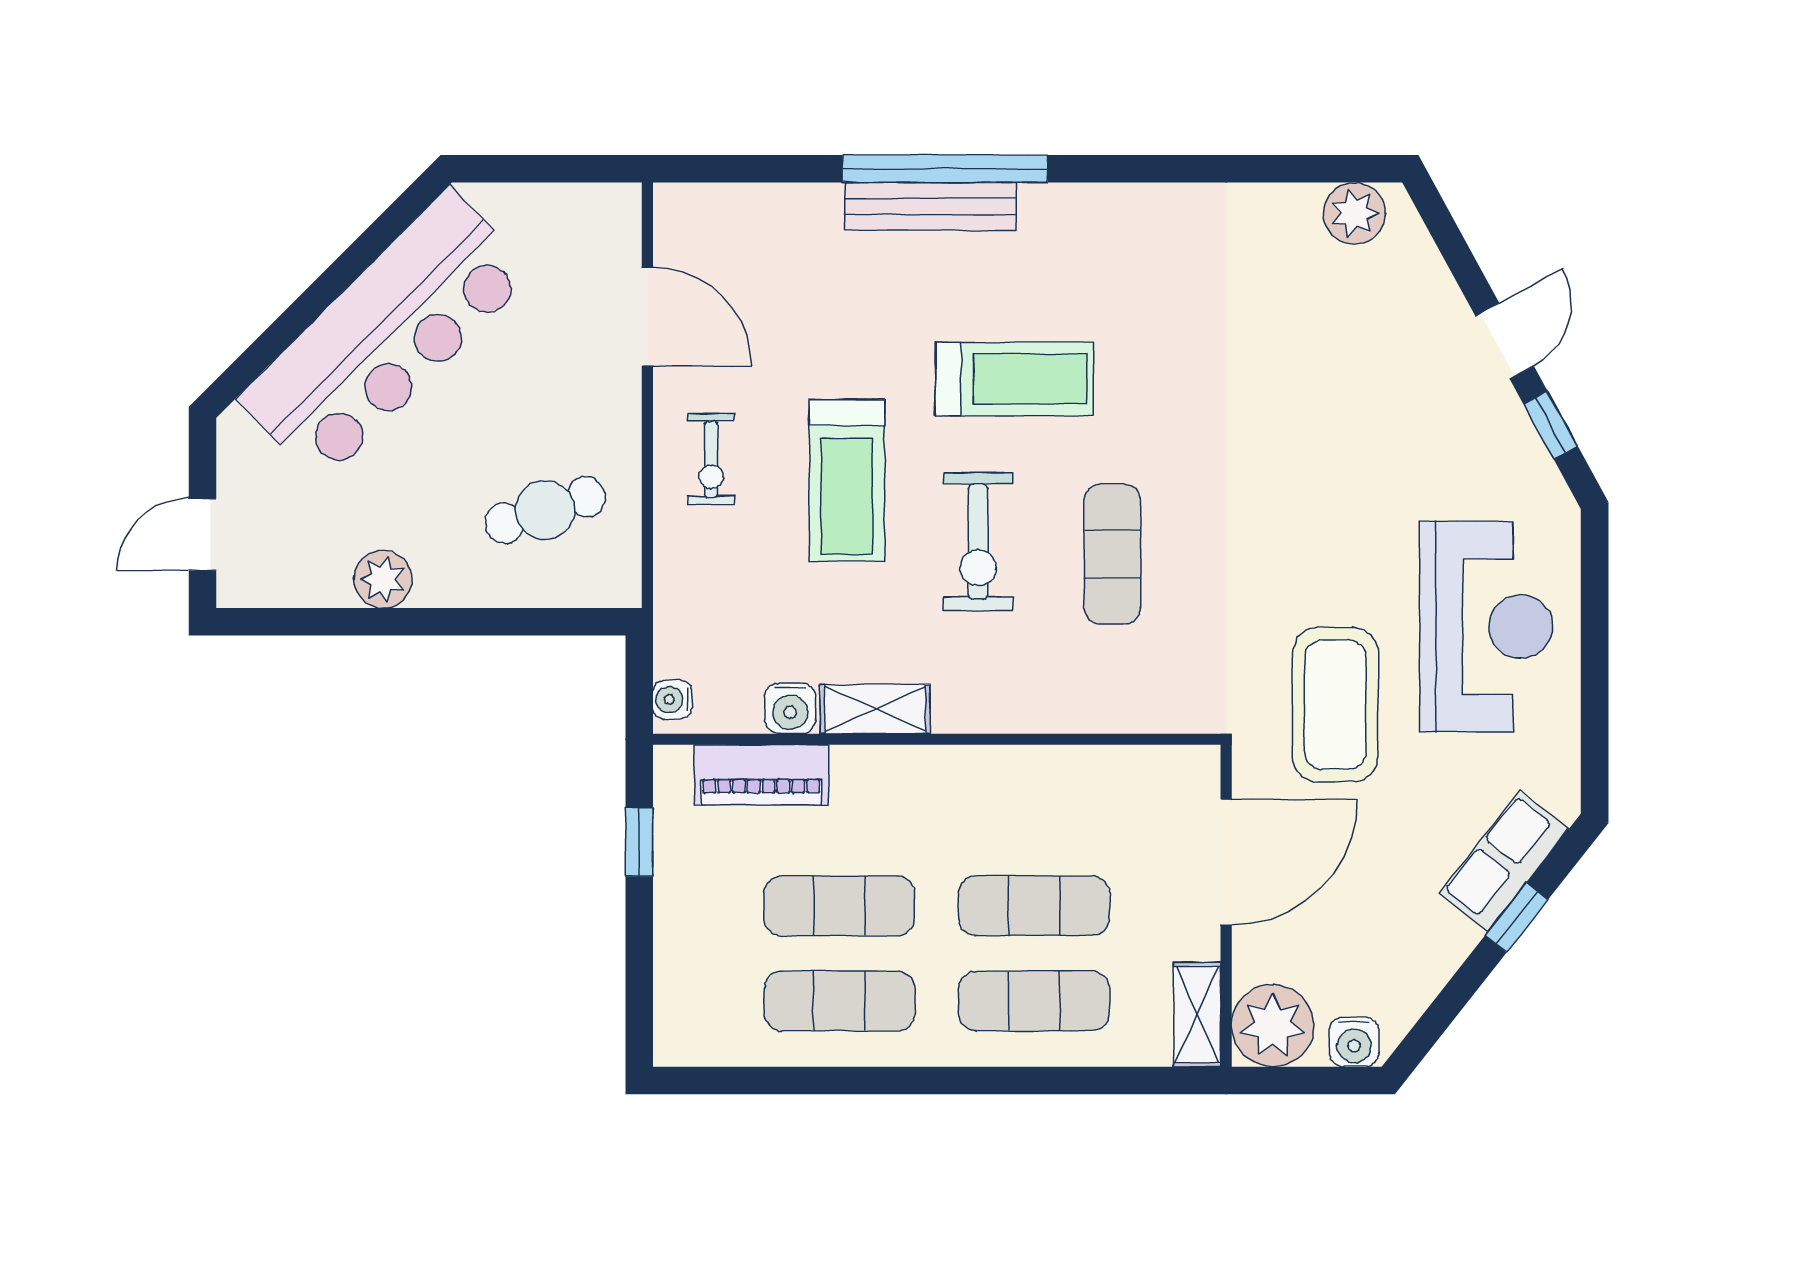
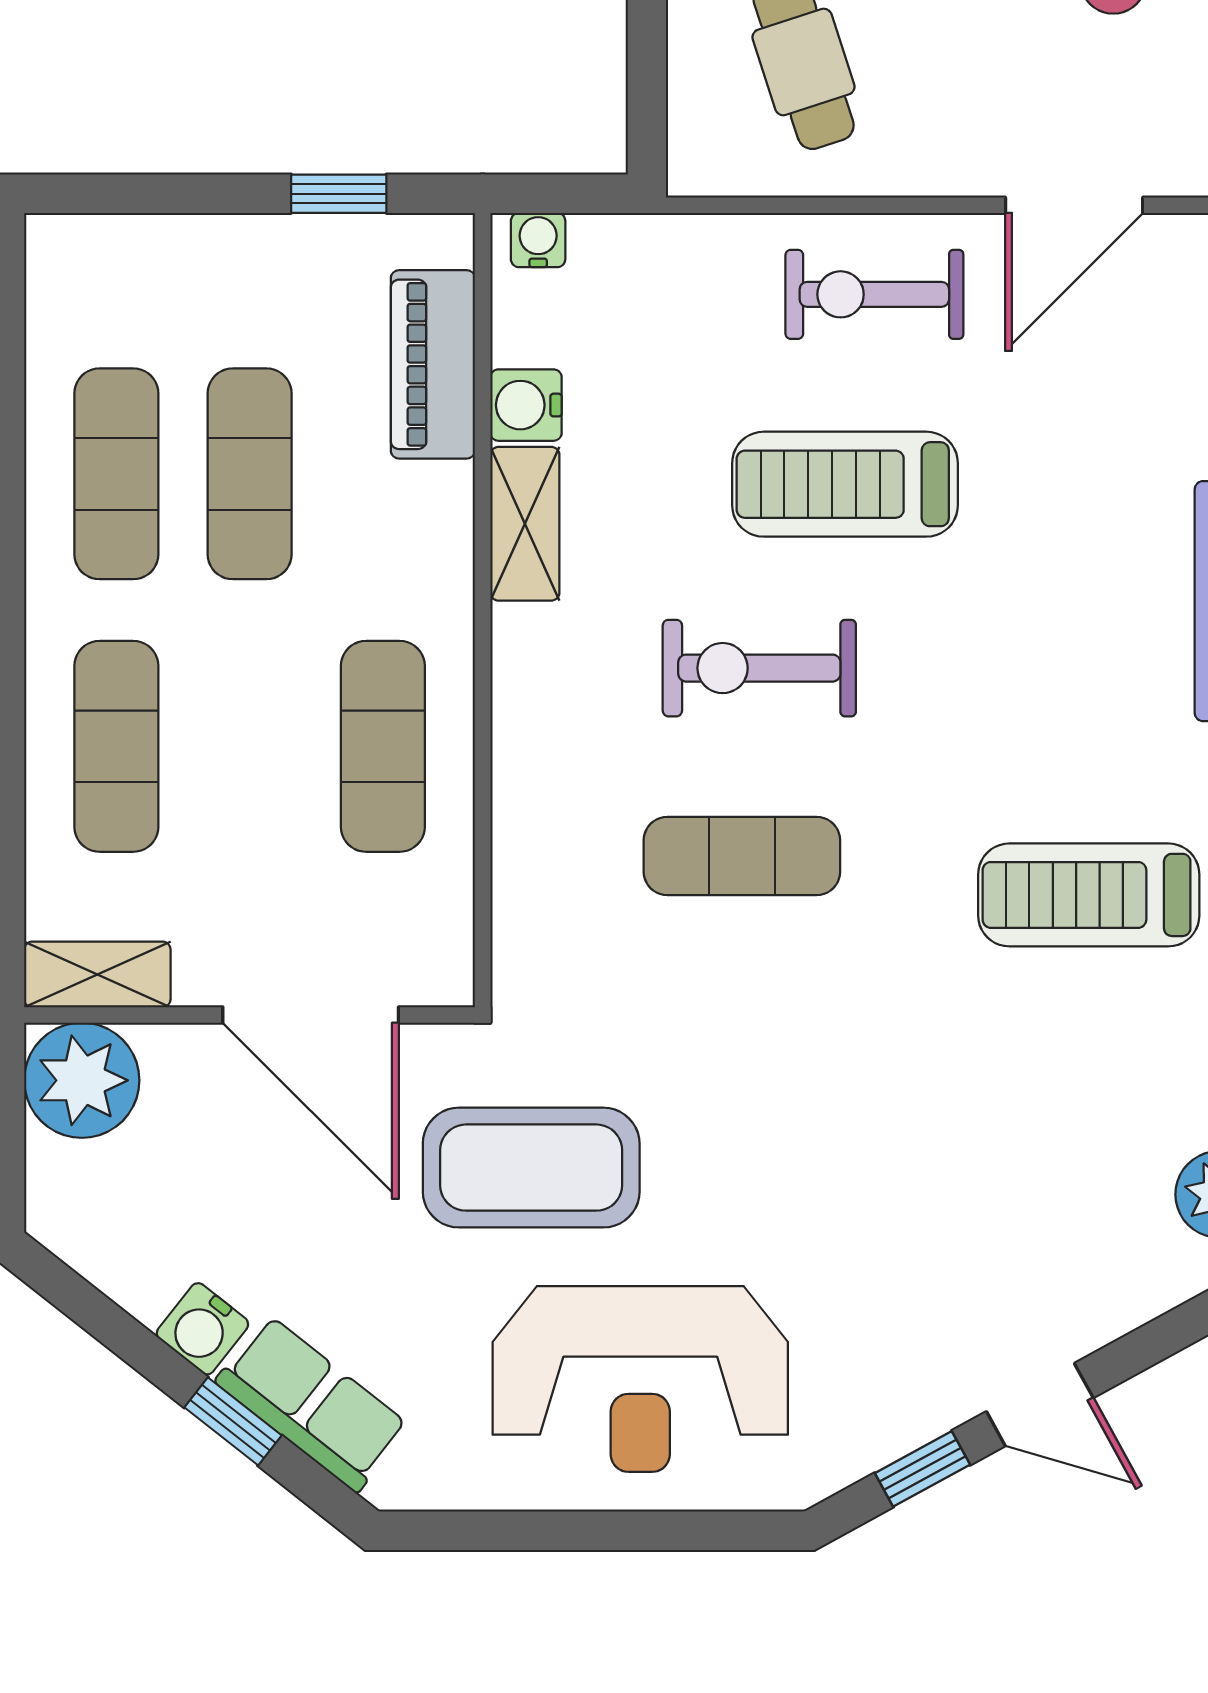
treadmill: (1015, 379) -> (1089, 895), moved, turned 90
exercise bike: (711, 459) -> (874, 294), width x1.38, depth x1.39
exercise mat: (1034, 906) -> (383, 746), moved
water cooler: (1354, 1042) -> (202, 1329), moved, turned -52

